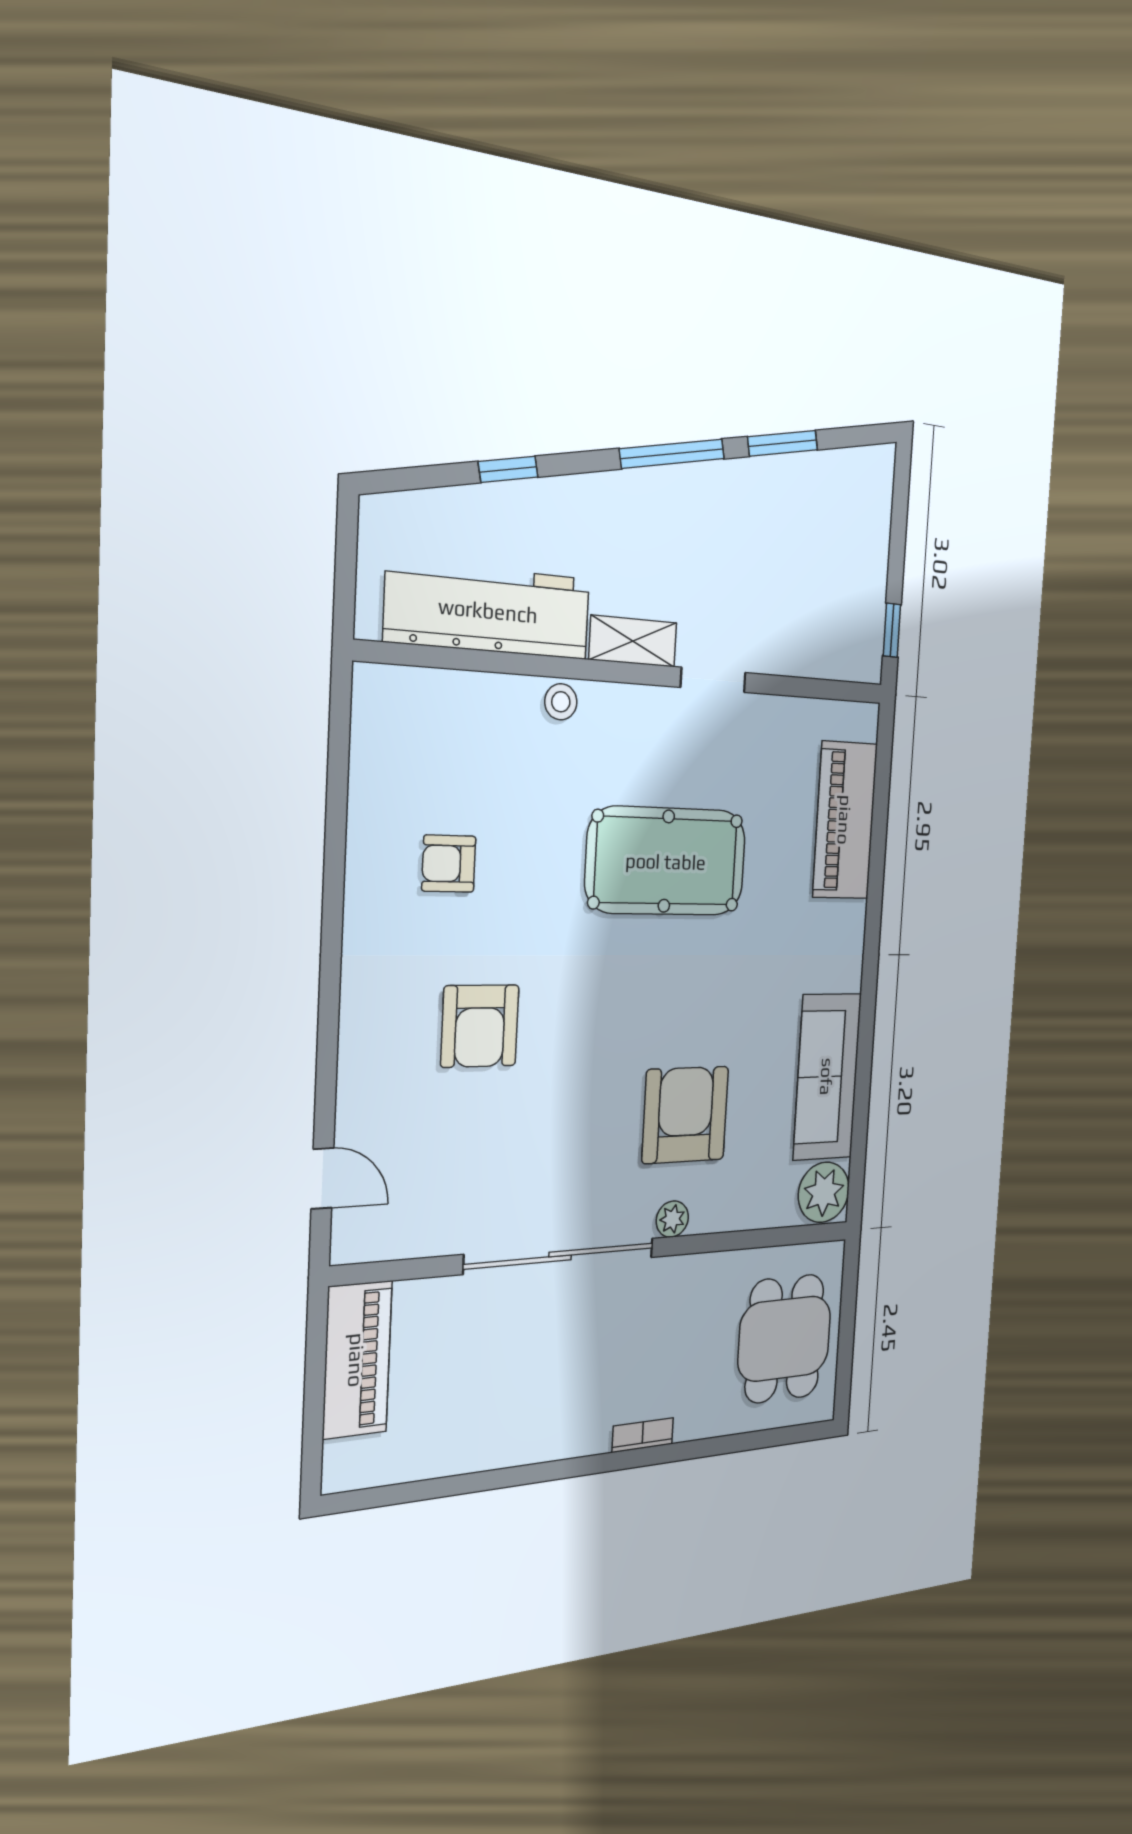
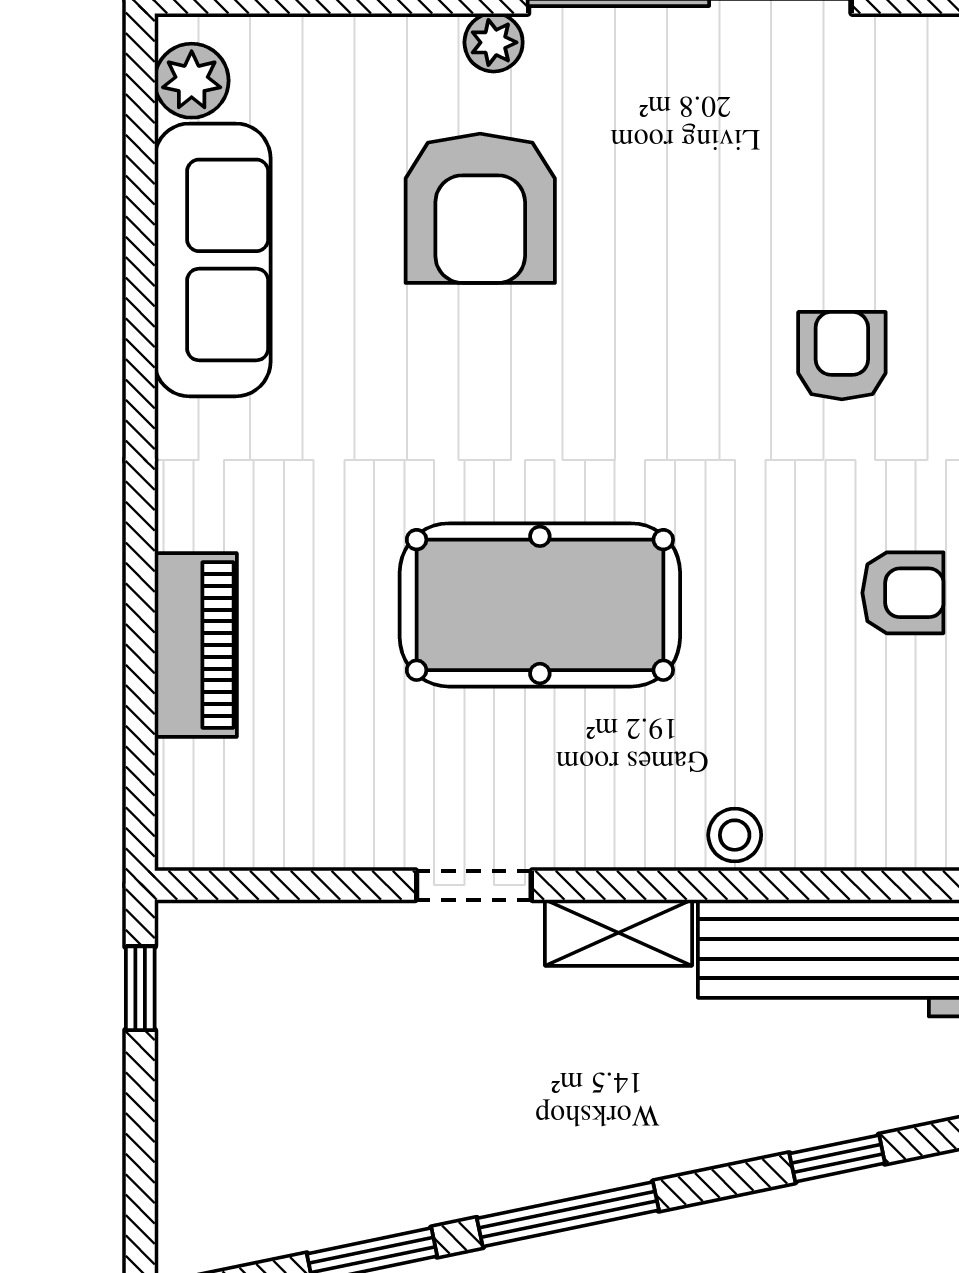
piano: (845, 820) -> (196, 645), width x0.73, depth x0.75
armchair: (480, 1026) -> (842, 356), width x0.72, depth x0.72
plant: (824, 1192) -> (192, 81), width x0.73, depth x0.73

